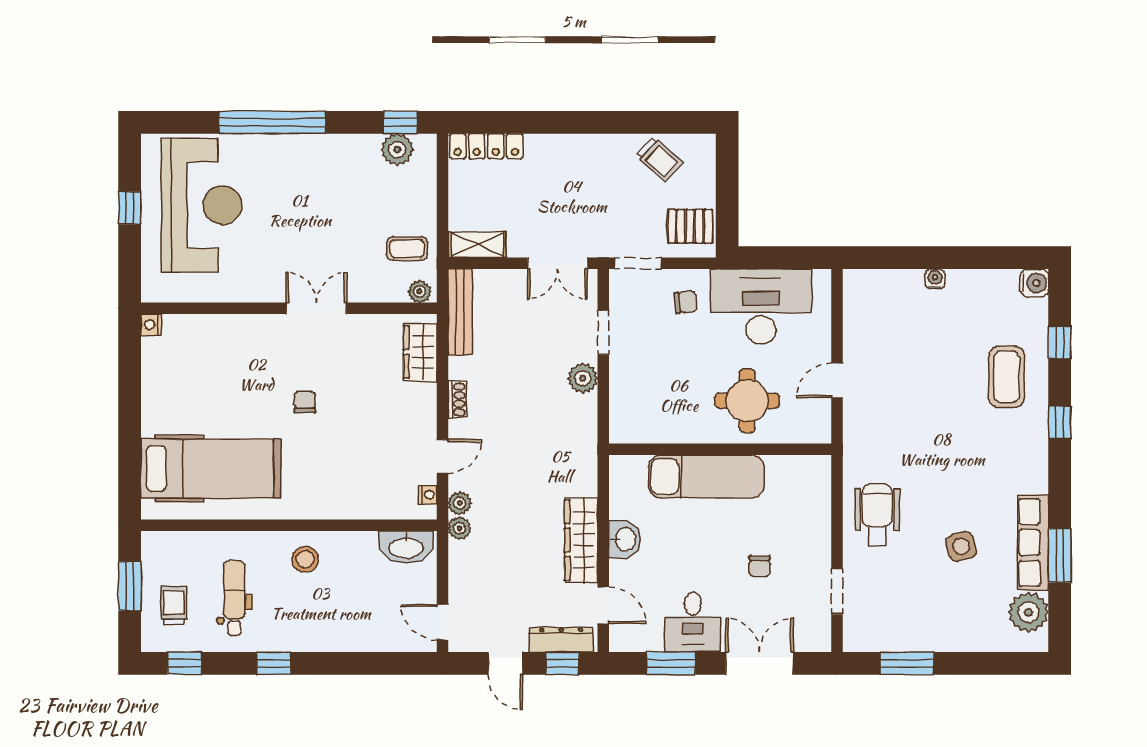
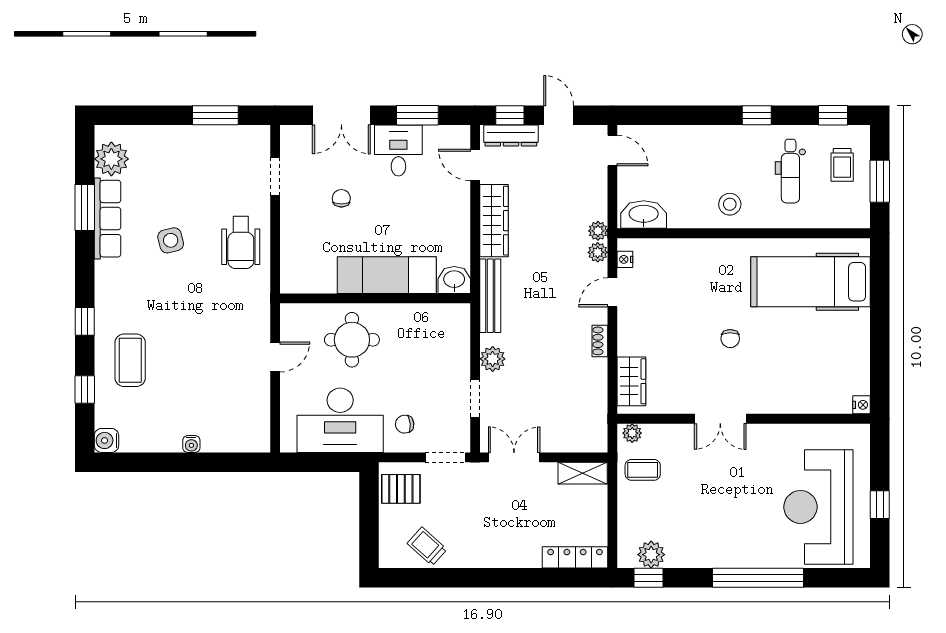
bench: (460, 312) -> (490, 296), moved
washbasin: (625, 539) -> (454, 280), moved, turned 90
side table: (961, 546) -> (171, 240), moved

